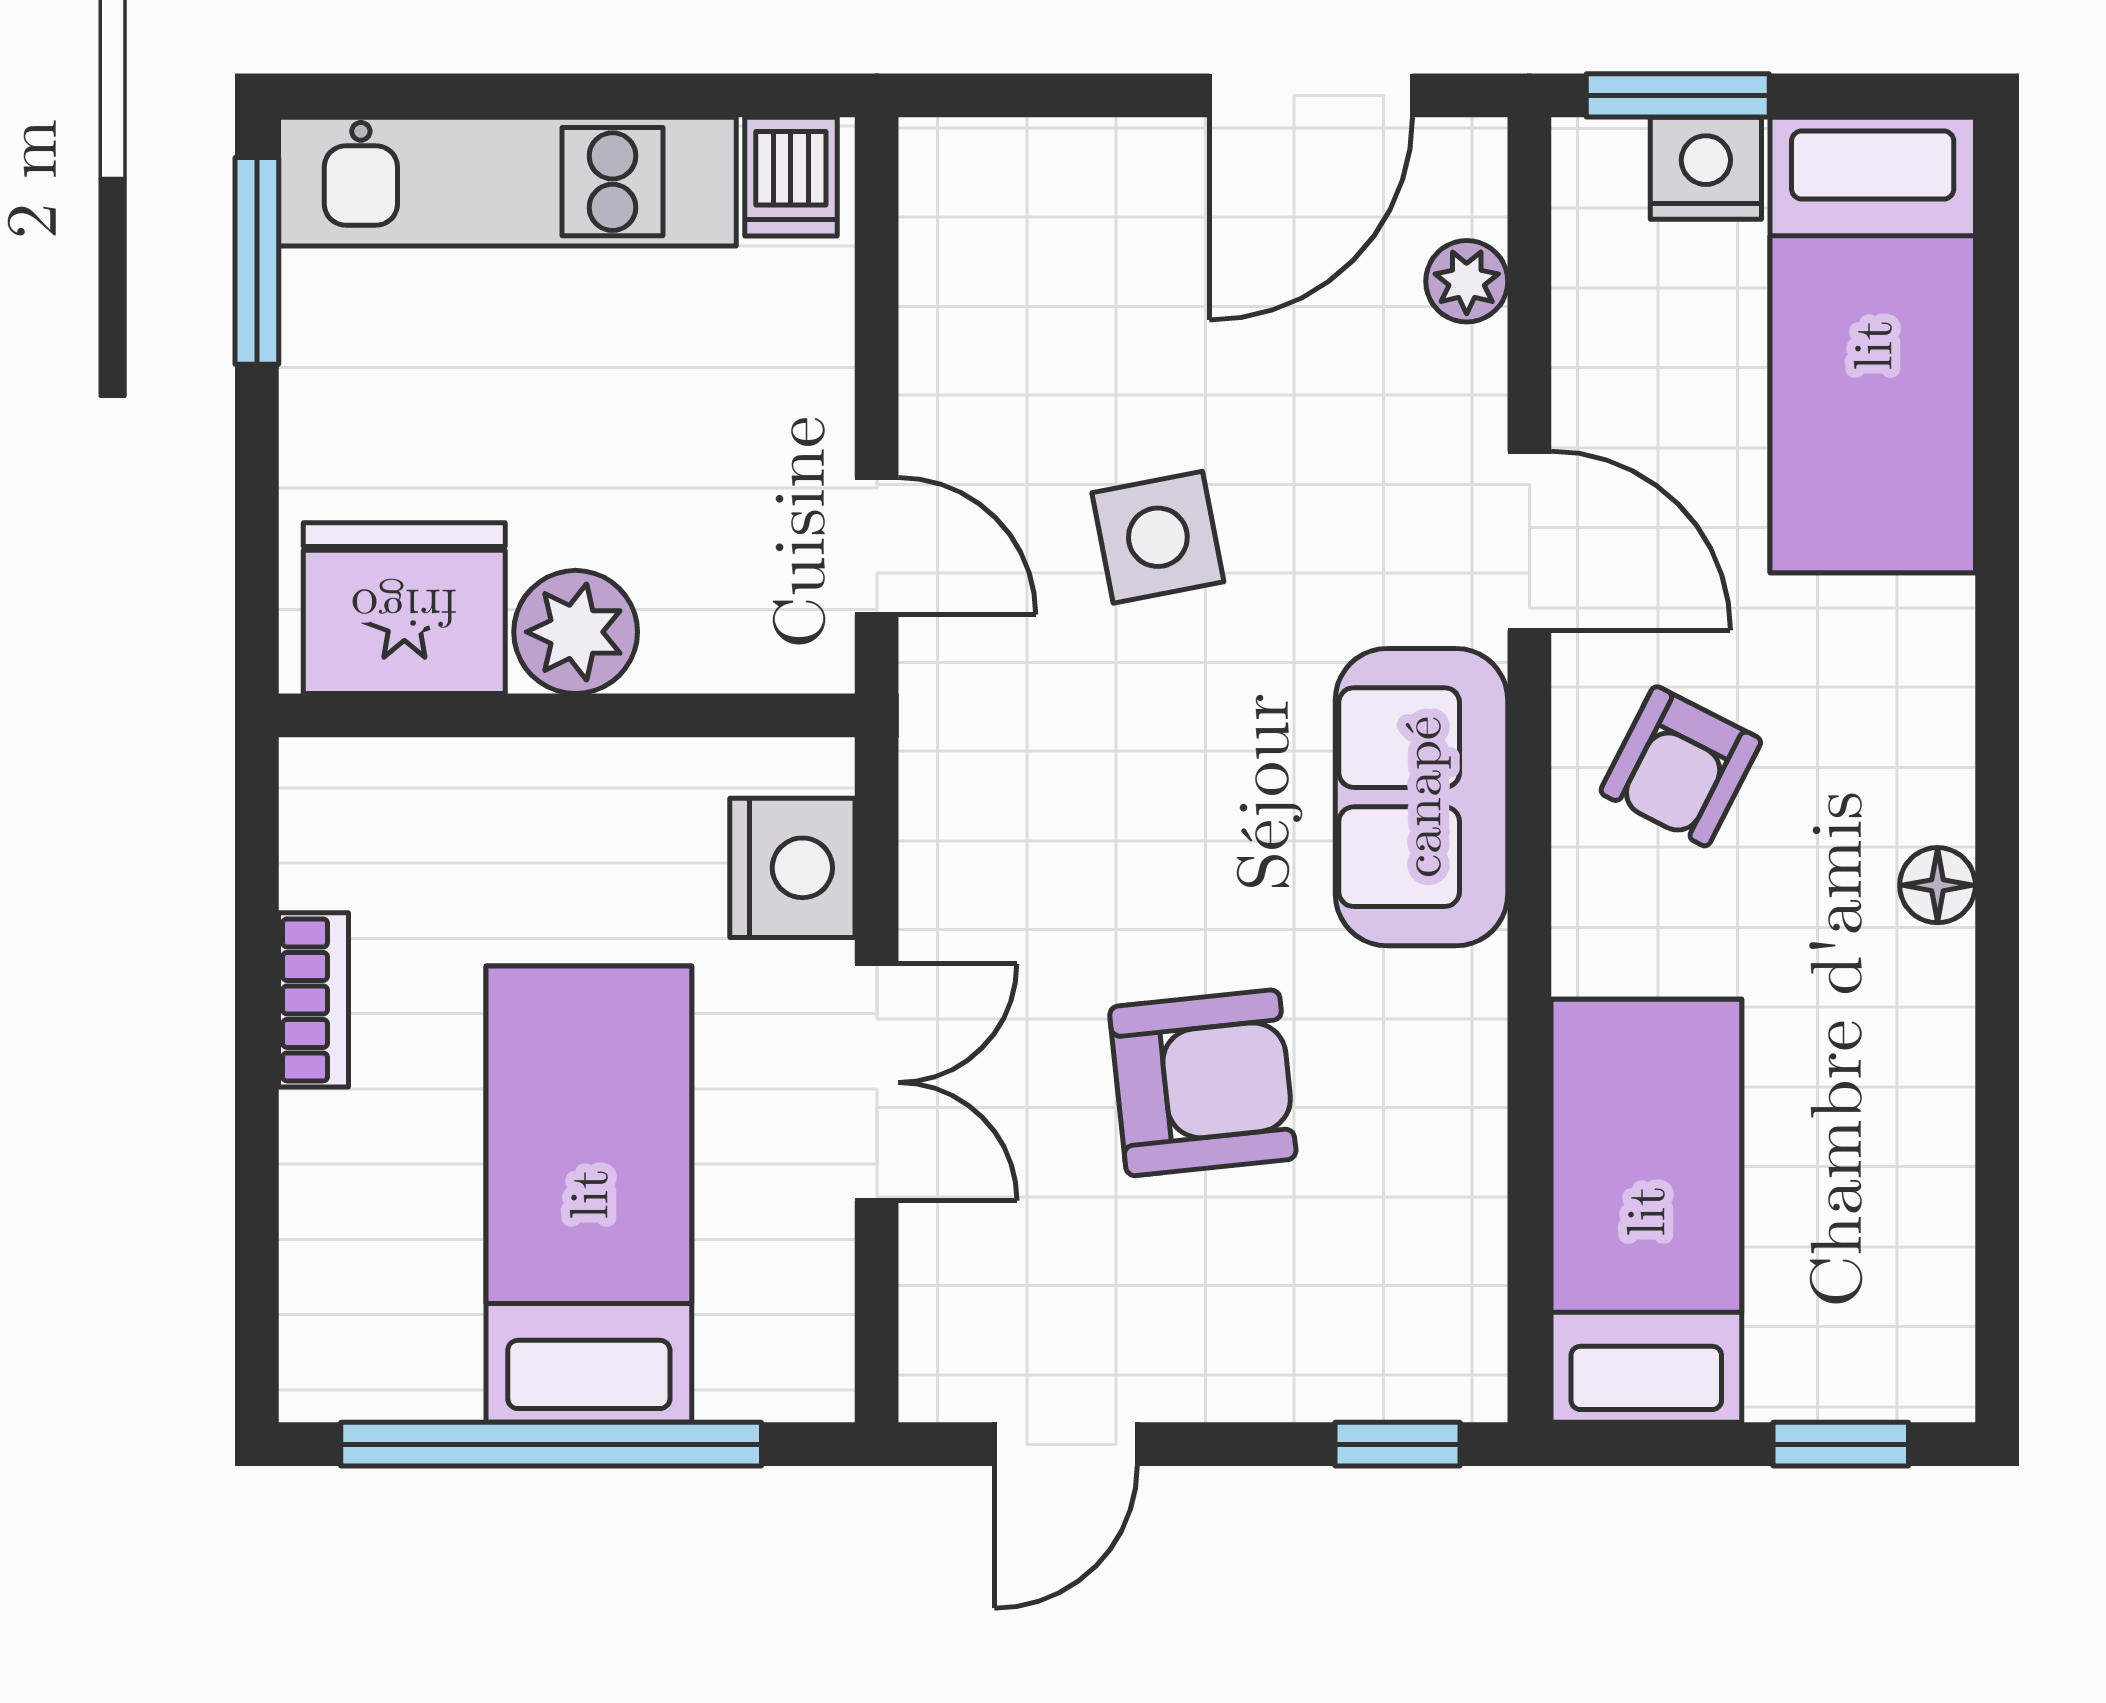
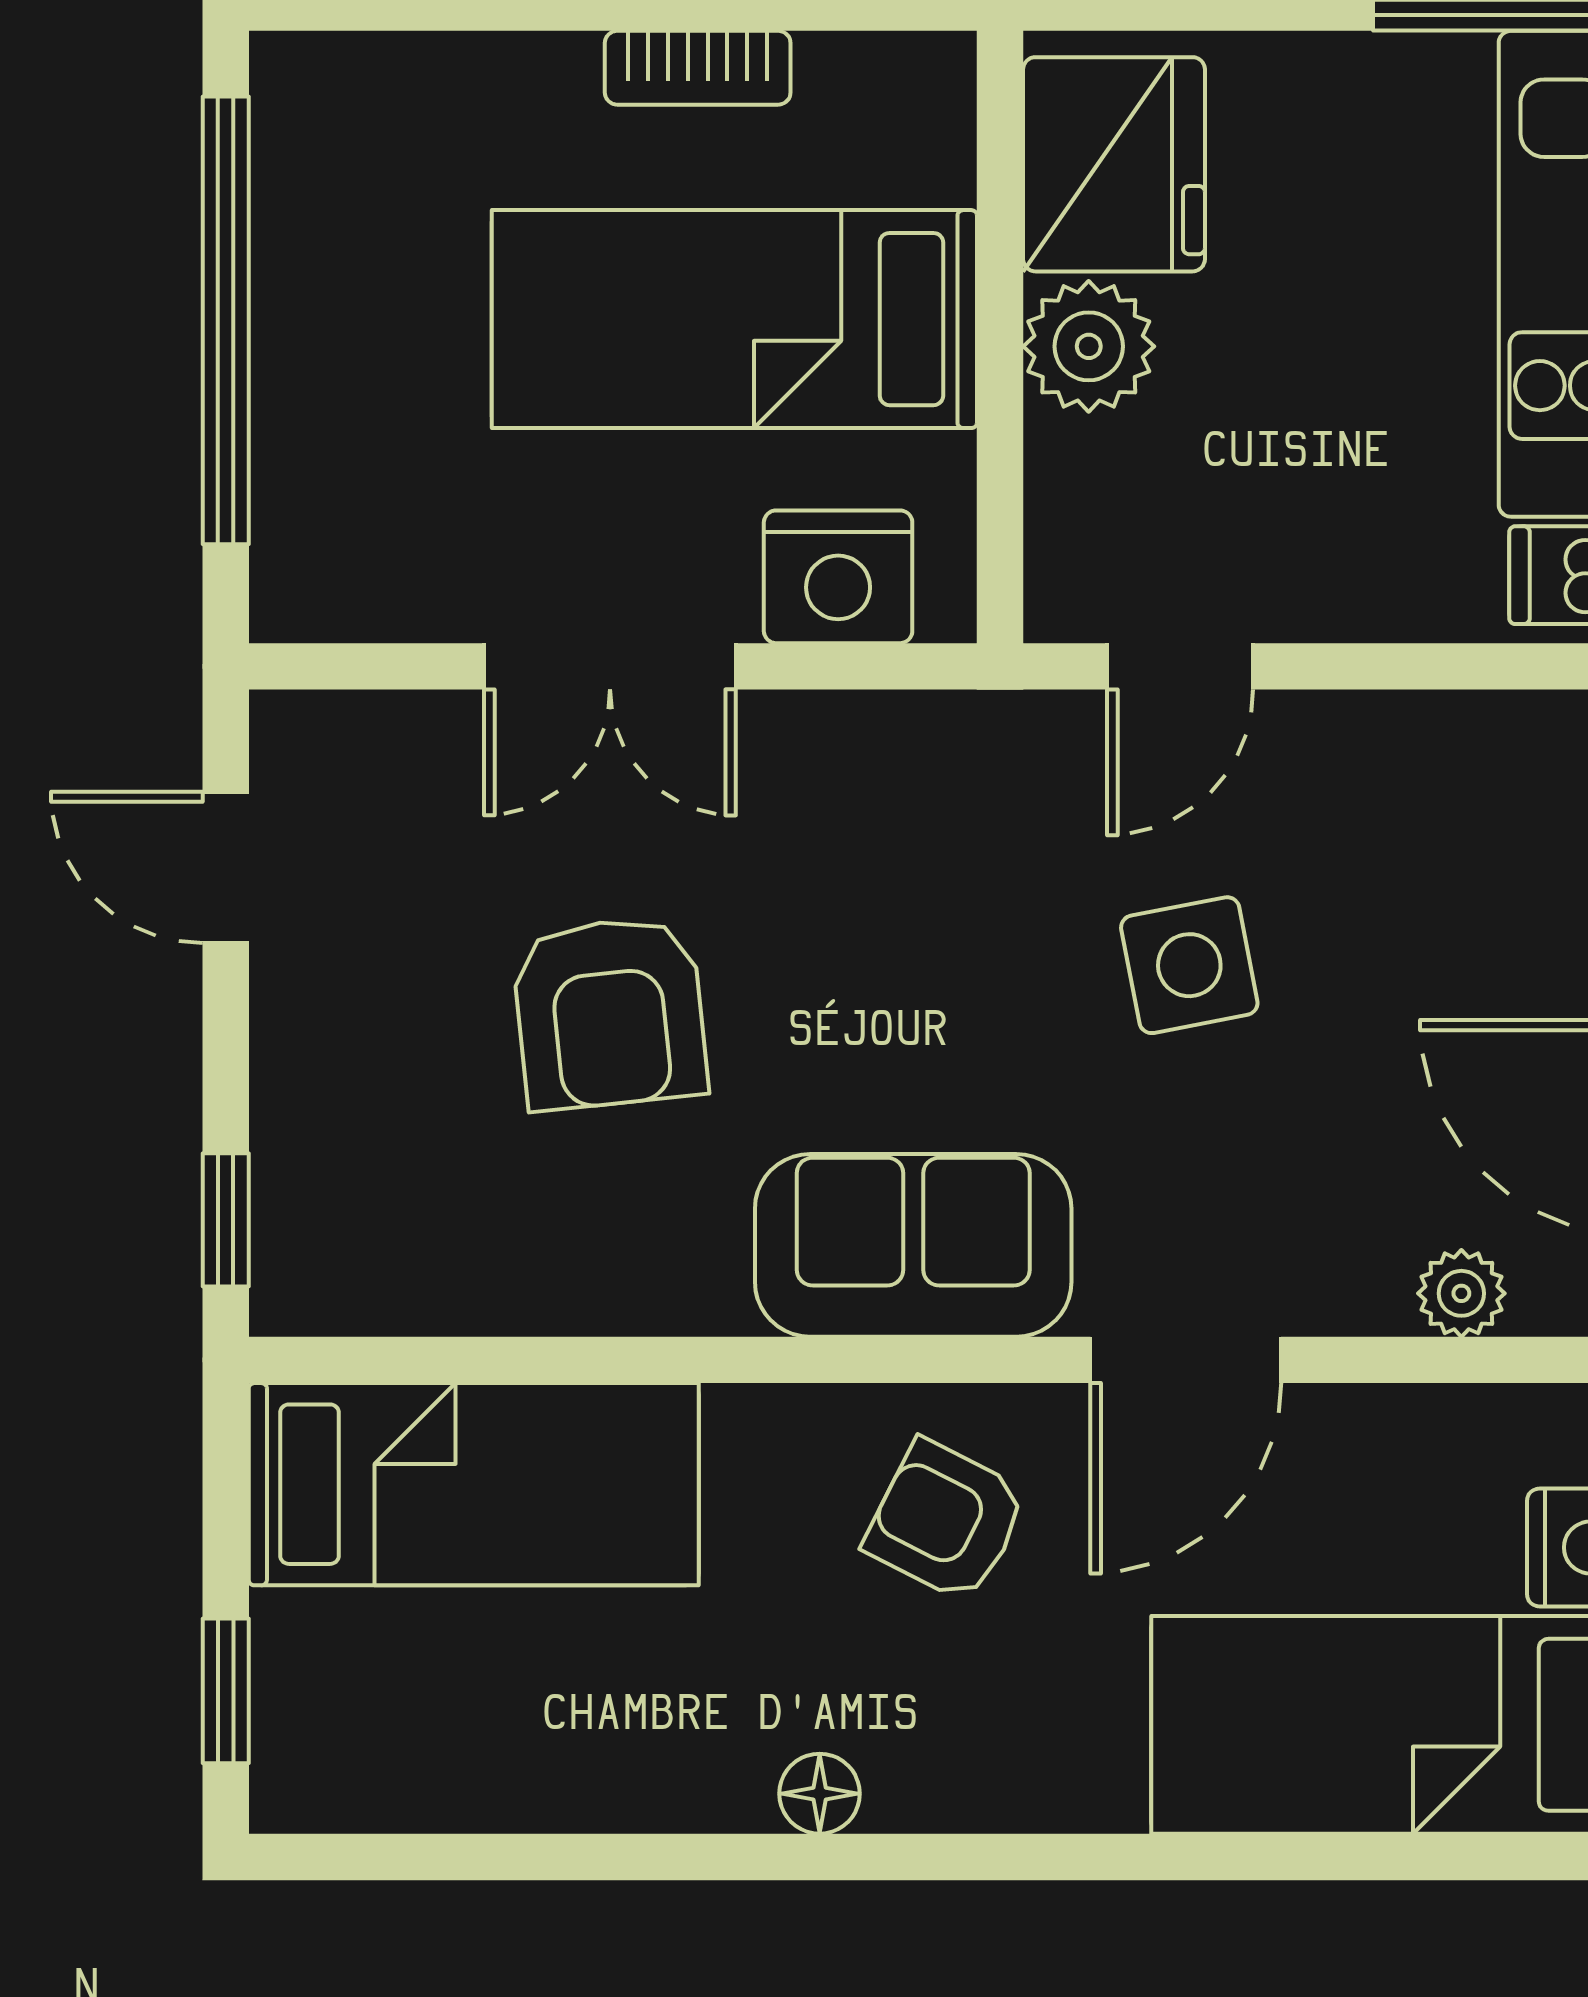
bed: (589, 1194) -> (734, 319), moved, turned 180

